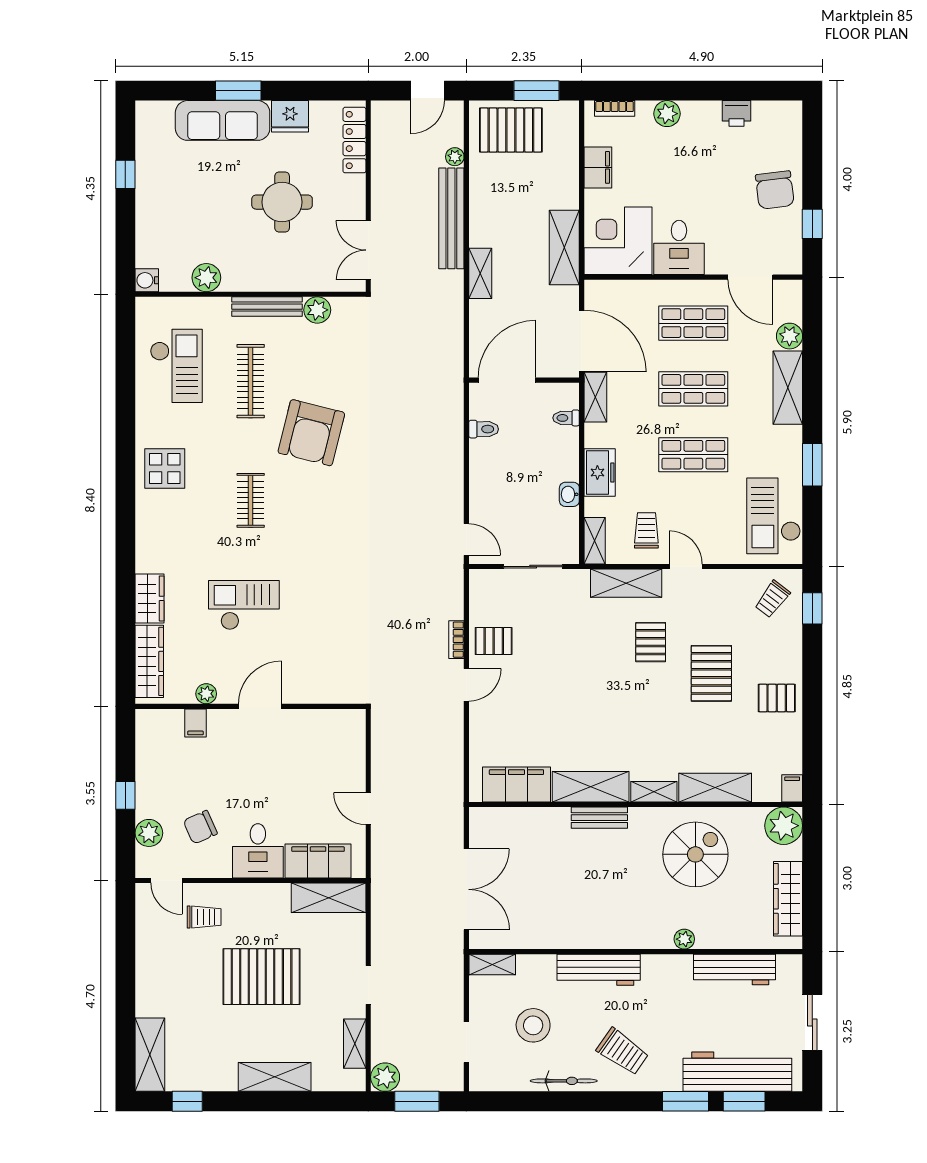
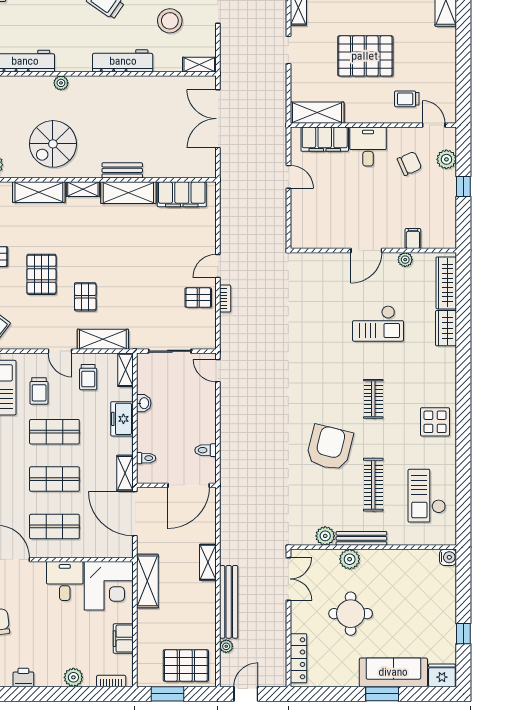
fridge: (290, 116) -> (442, 675), moved
plant: (206, 278) -> (350, 559), moved
trolley: (715, 511) -> (39, 391), added

